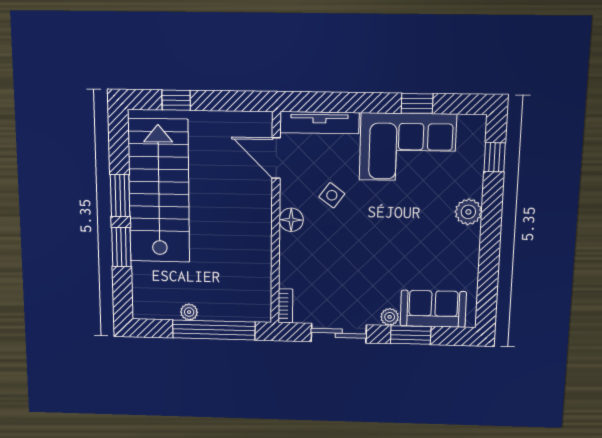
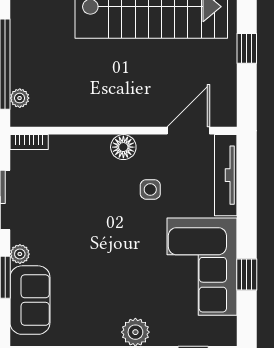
window: (176, 100) -> (247, 48), moved
side table: (332, 195) -> (150, 189), turned -37
plant: (189, 312) -> (20, 98), moved

